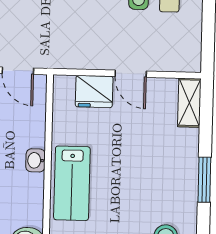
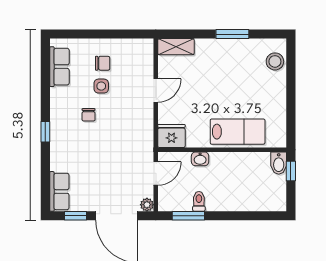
fridge: (94, 92) -> (171, 136), moved, turned -90
washbasin: (36, 160) -> (200, 159), moved

